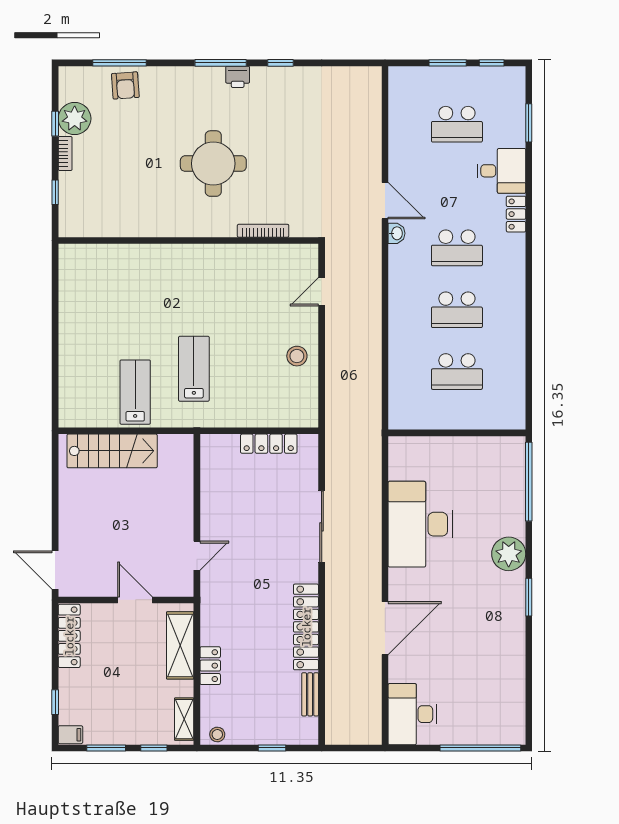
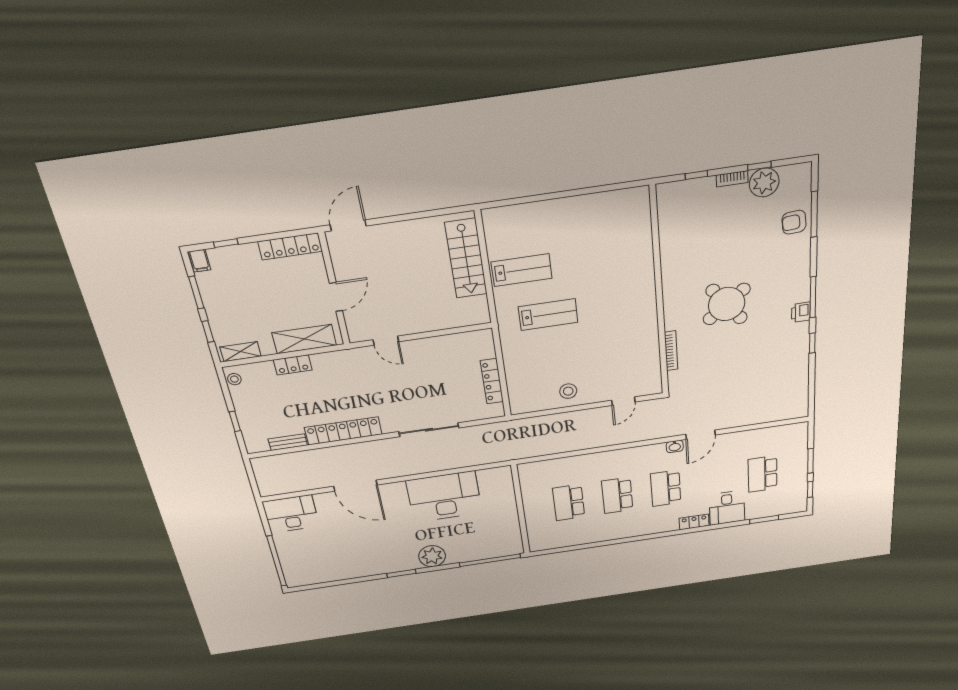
round table: (213, 164) -> (727, 304), turned -38
door: (322, 292) -> (623, 401), swing flipped

